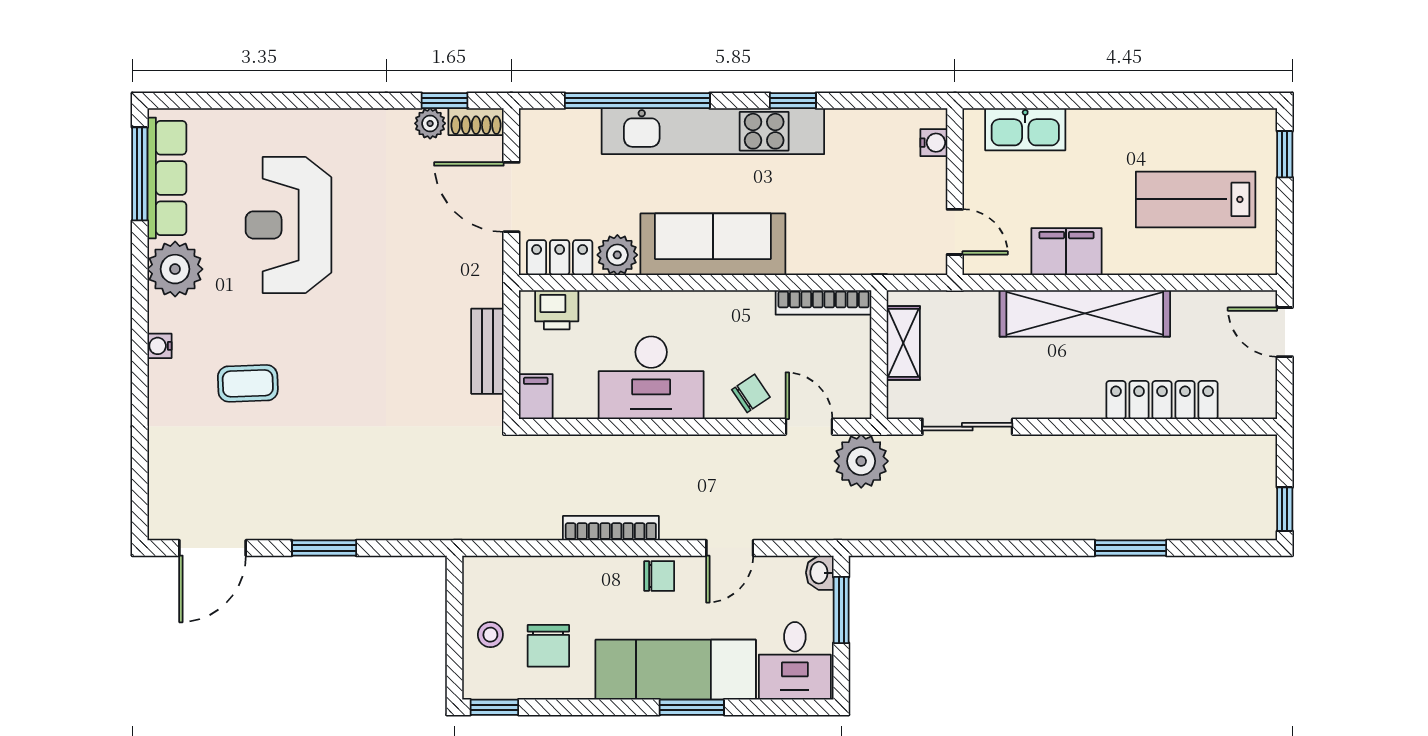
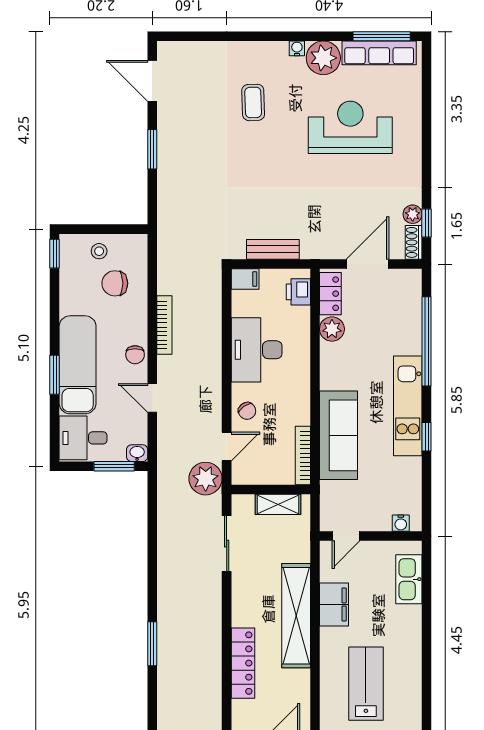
kitchen unit: (713, 131) -> (408, 406), width x0.73
sofa: (713, 244) -> (338, 435), moved
water cooler: (160, 346) -> (297, 48), moved
chair: (548, 646) -> (115, 283), moved

